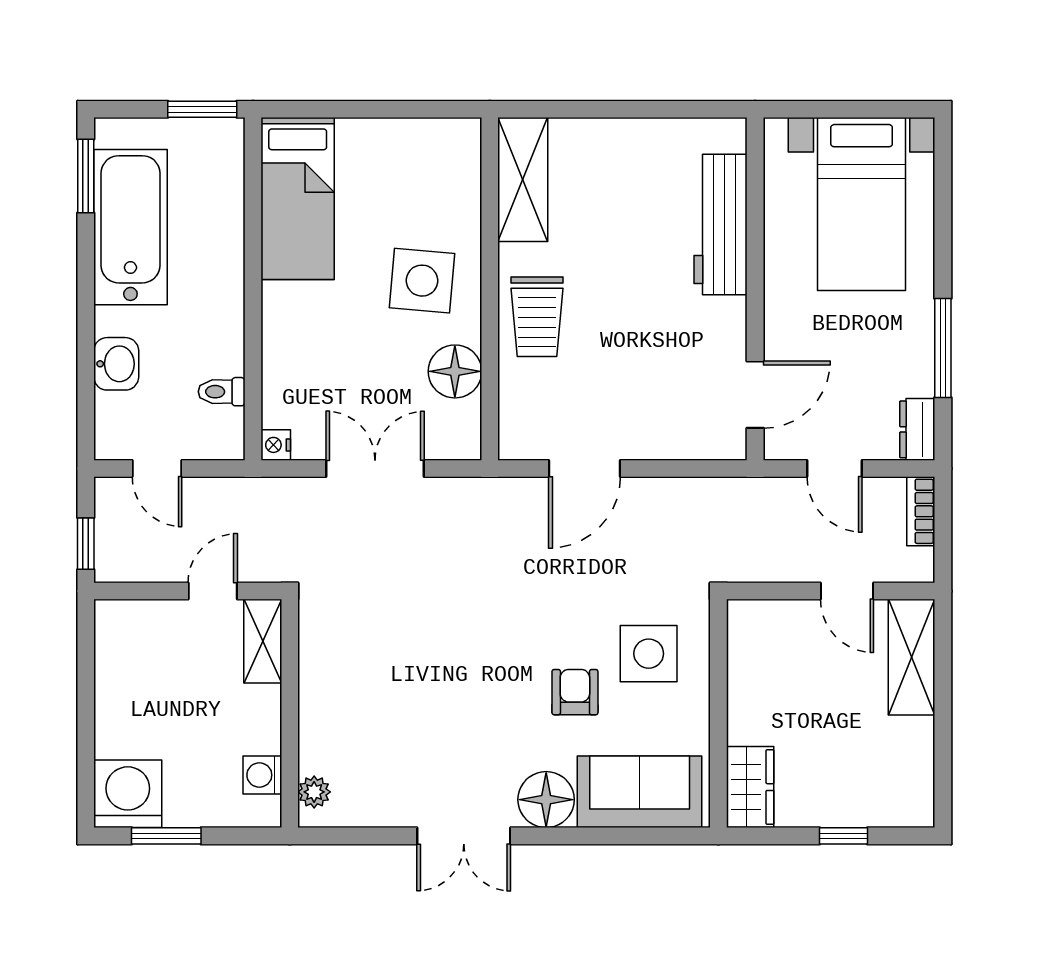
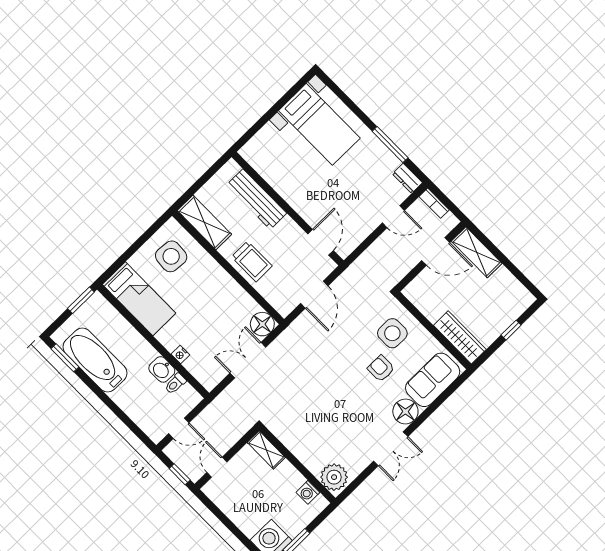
workbench: (720, 225) -> (256, 199), moved
side table: (422, 281) -> (171, 256), moved
wall: (755, 289) -> (288, 209), moved
washbasin: (116, 364) -> (162, 369), moved, turned 180
floor lamp: (455, 371) -> (262, 324), moved
door: (755, 395) -> (321, 242), moved
nightstand: (276, 445) -> (180, 355), moved
door: (213, 591) -> (217, 467), moved
door: (847, 591) -> (436, 251), width x1.38
wardrobe: (750, 787) -> (460, 337), width x1.50
plant: (314, 792) -> (334, 477), width x1.88, depth x1.88

